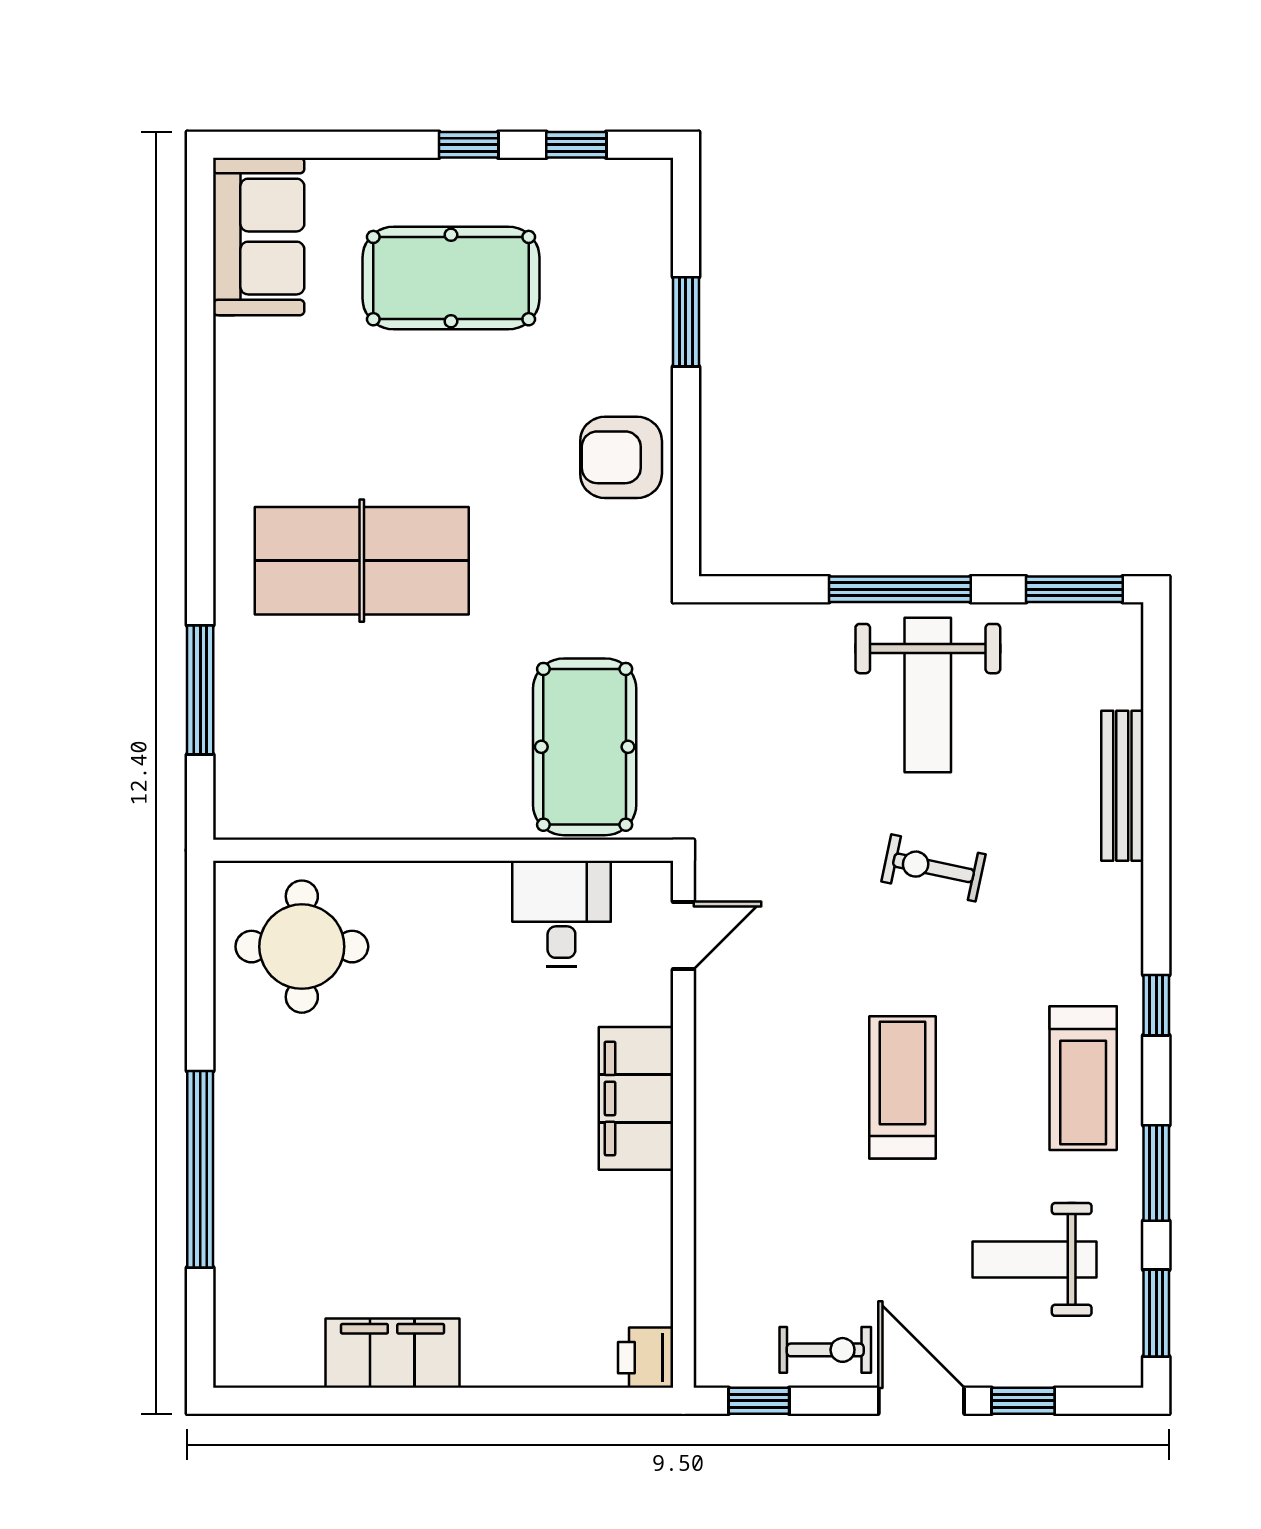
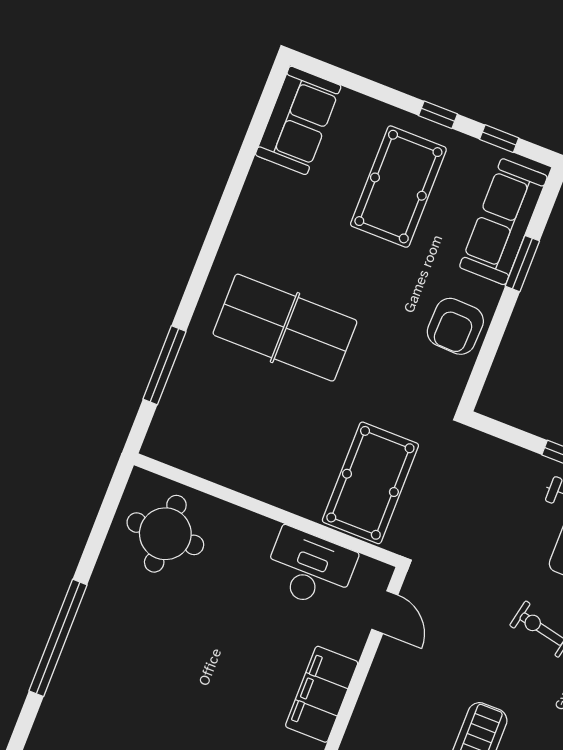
sofa: (632, 269) -> (503, 222), added
pool table: (451, 278) -> (398, 187), turned 90
armchair: (621, 457) -> (455, 326), turned -88
desk: (561, 914) -> (310, 568), width x1.37
door: (683, 936) -> (385, 612), hinge flipped

